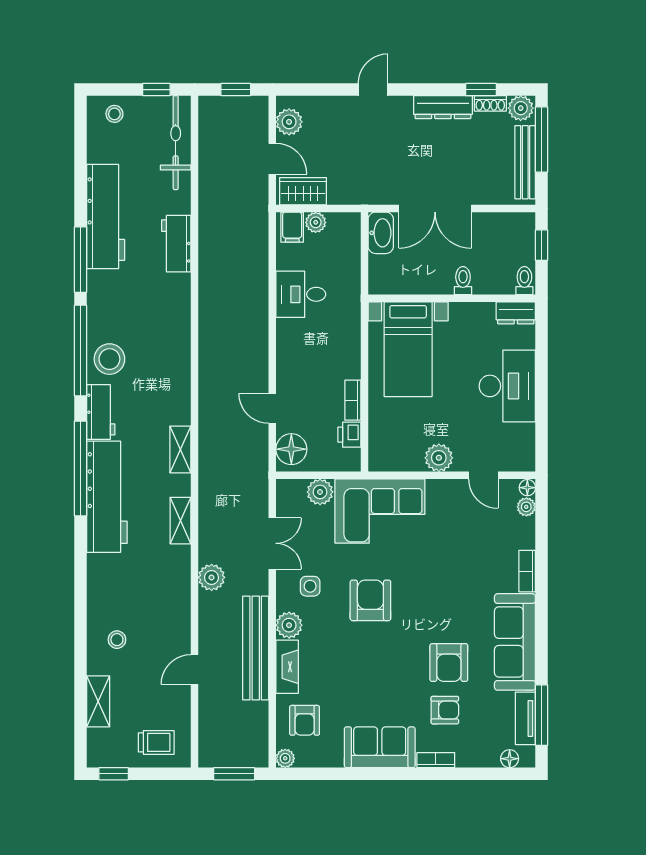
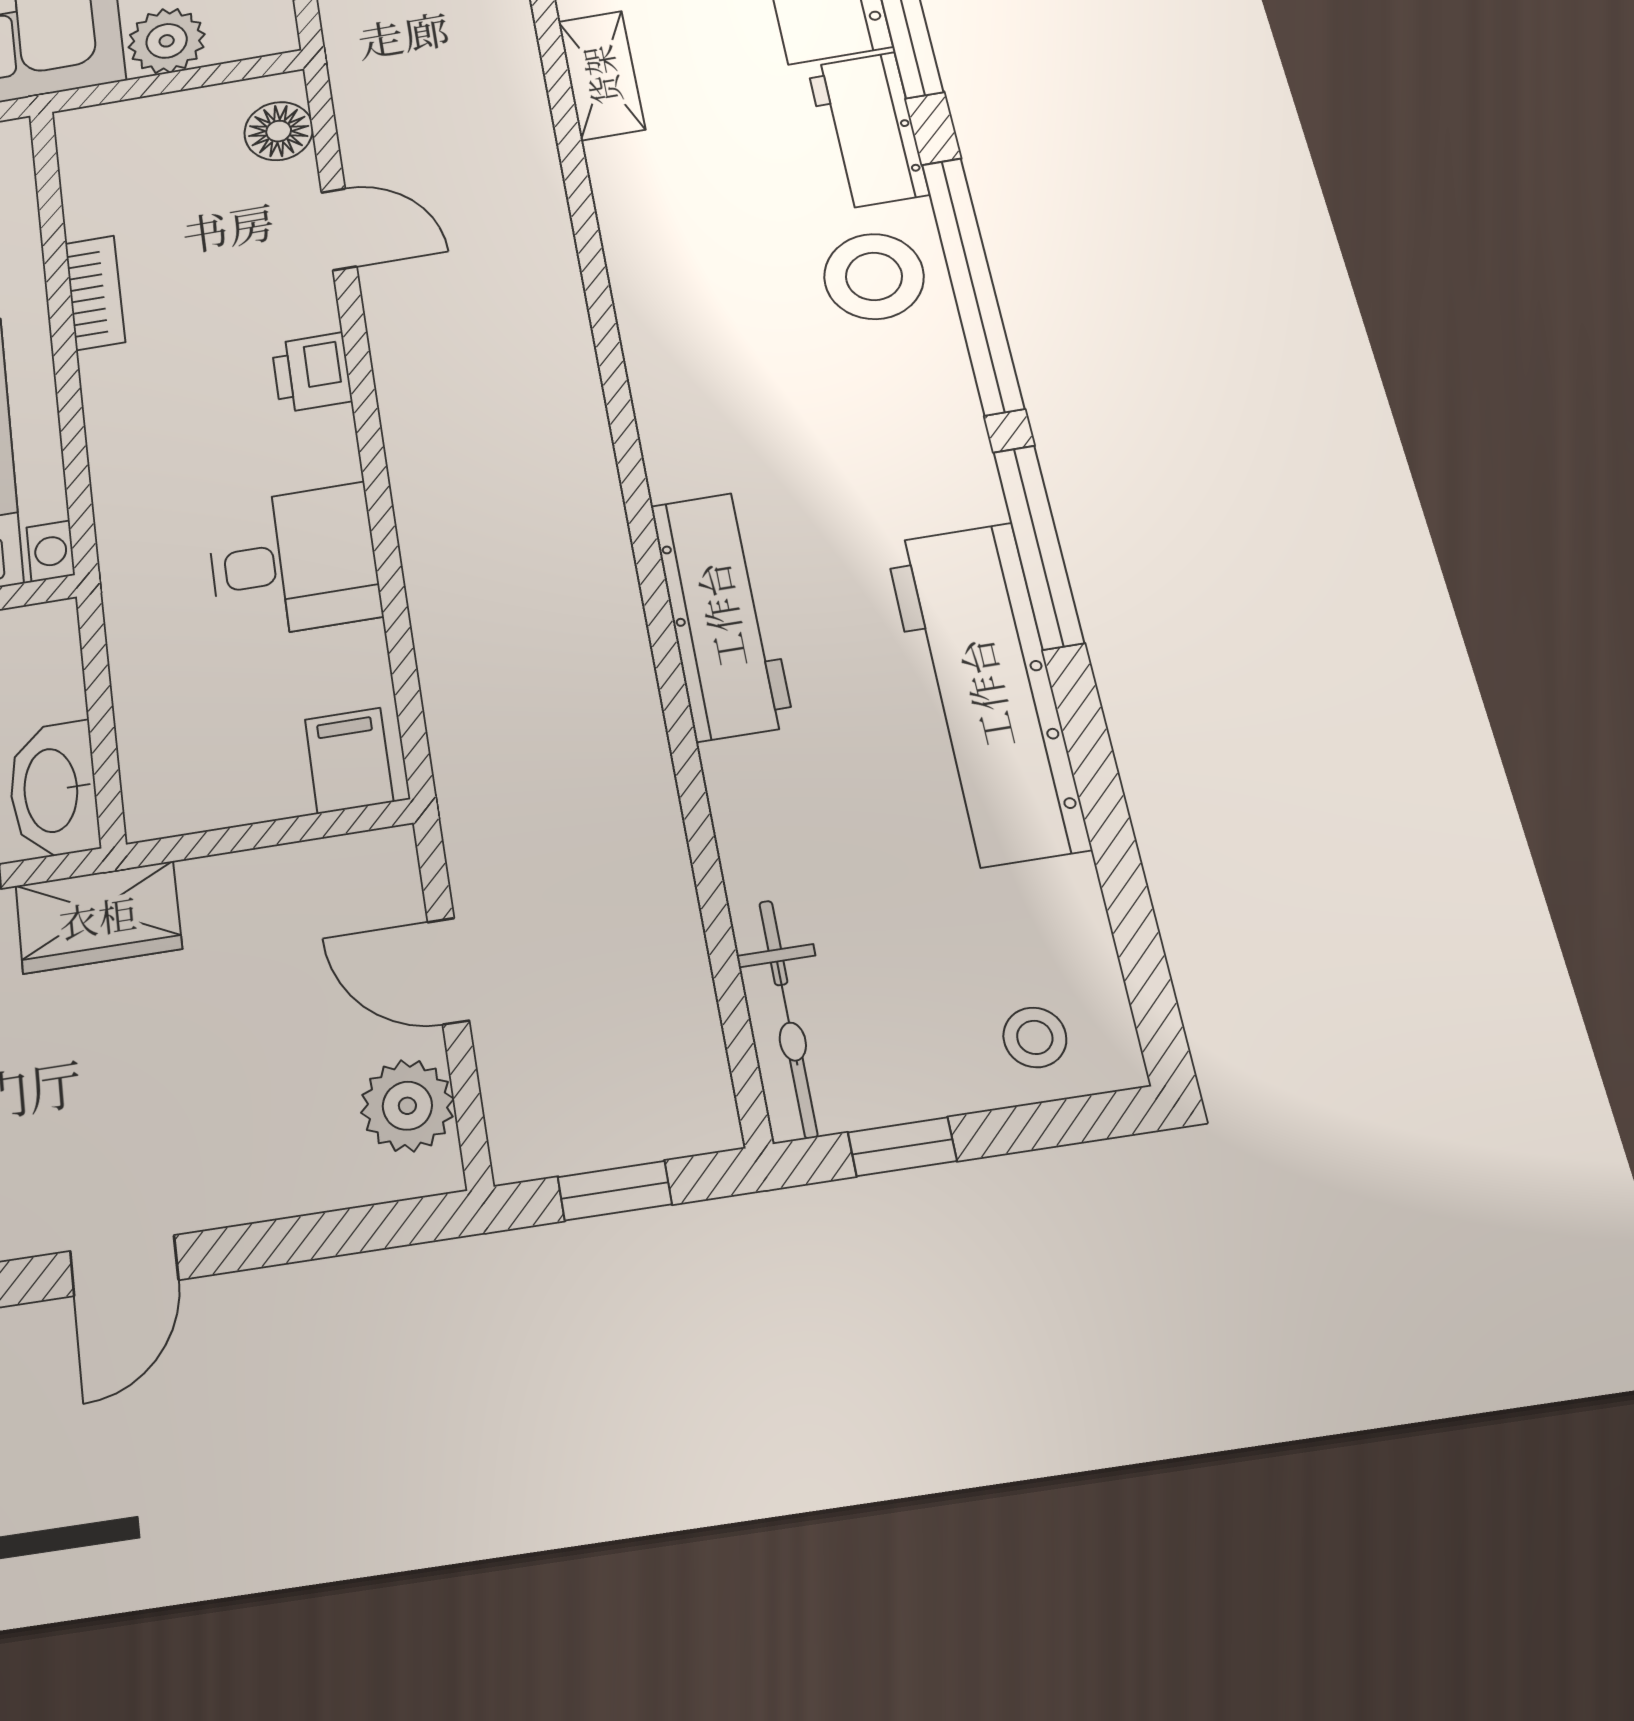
bicycle: (176, 143) -> (788, 1018), width x0.73, depth x0.71
wardrobe: (303, 191) -> (98, 917), moved
plant: (316, 222) -> (273, 788), removed
workbench: (176, 244) -> (721, 615), width x1.38
printer: (349, 435) -> (312, 372), moved, turned 180
floor lamp: (291, 449) -> (279, 131), width x0.73, depth x0.73

